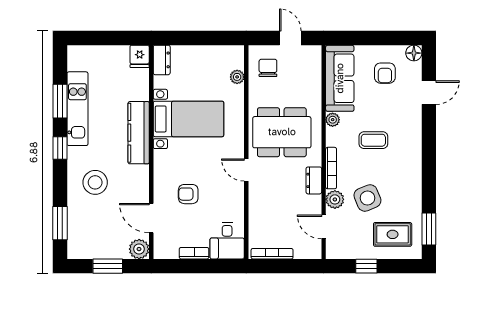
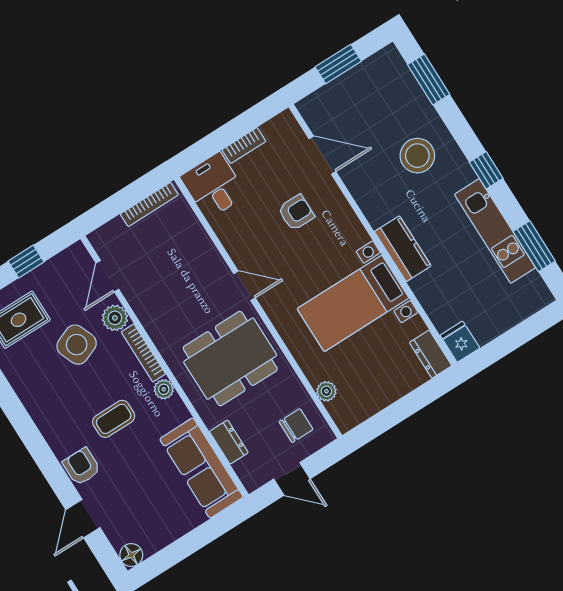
chair: (268, 68) -> (296, 426), turned -90
armchair: (385, 73) -> (82, 467), moved
window: (60, 101) -> (534, 246), moved
plant: (333, 120) -> (164, 389), moved
kitchen counter: (139, 133) -> (403, 249), width x0.67
dresser: (314, 180) -> (229, 442), moved
door: (324, 227) -> (107, 276), swing flipped
plant: (139, 249) -> (313, 109), removed

